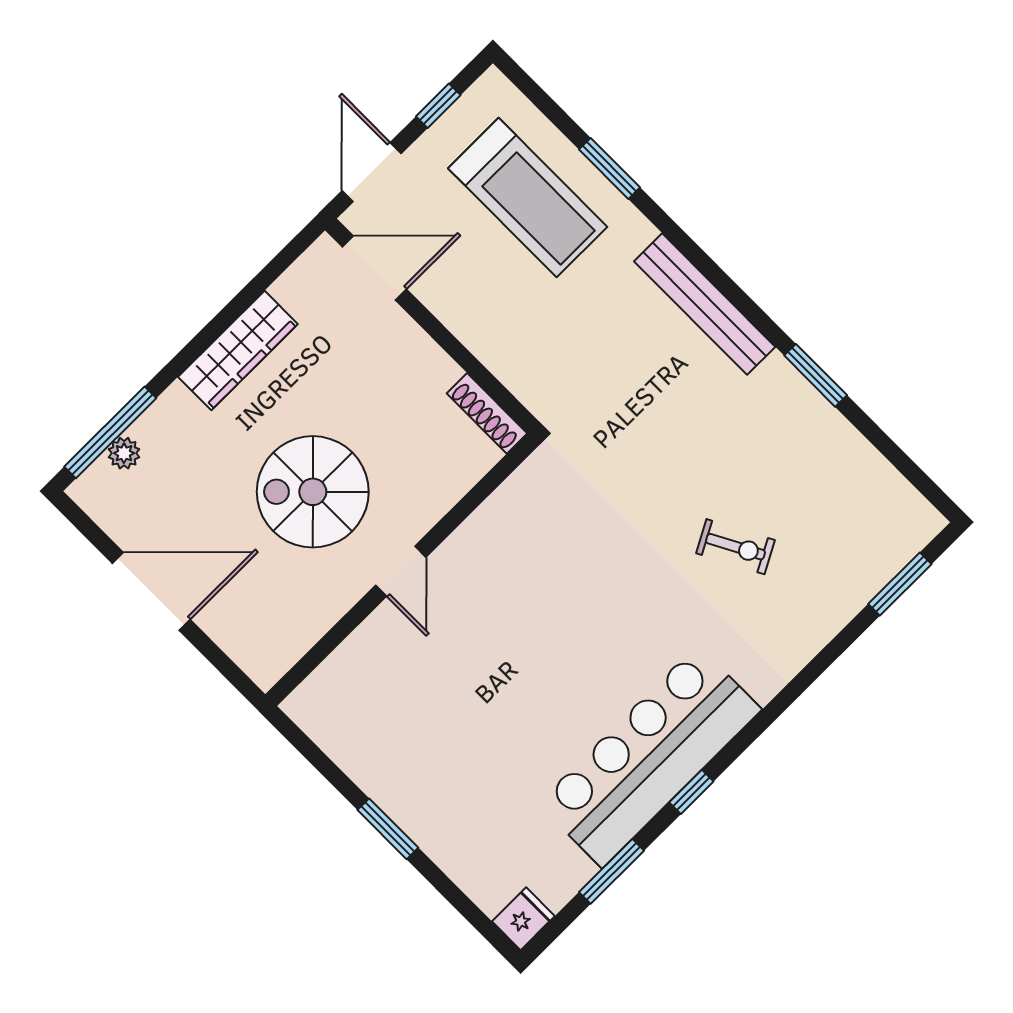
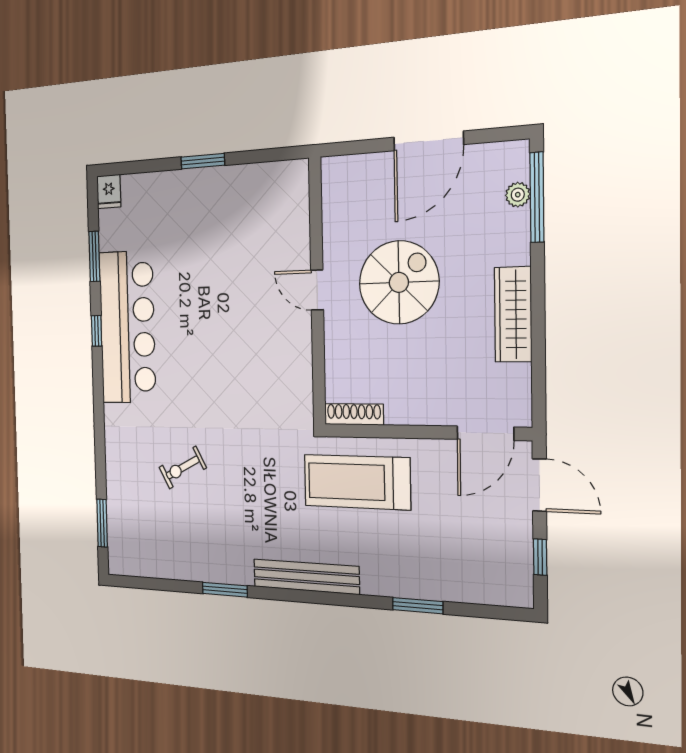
treadmill: (528, 198) -> (357, 482), moved

